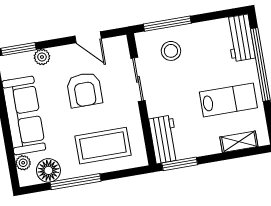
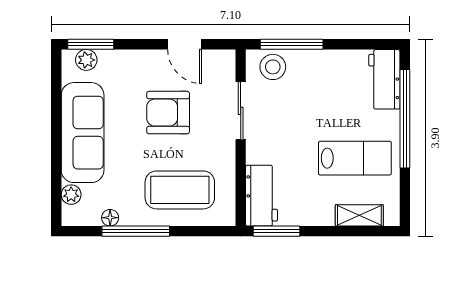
stool: (171, 51) -> (273, 67), moved
plant: (42, 57) -> (86, 60), moved
armchair: (84, 90) -> (168, 113), turned 90
floor lamp: (48, 170) -> (110, 218), width x0.53, depth x0.53

